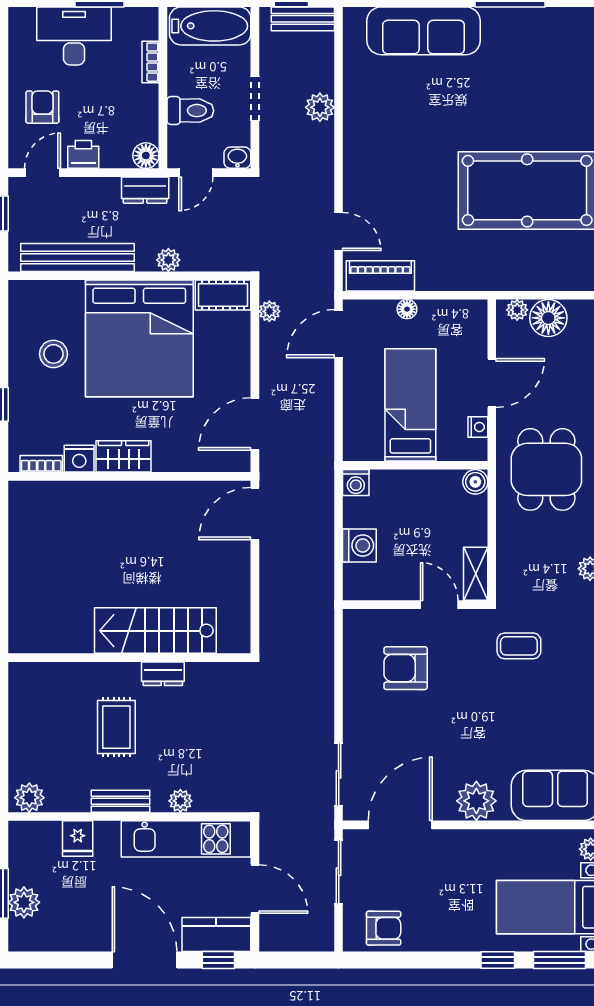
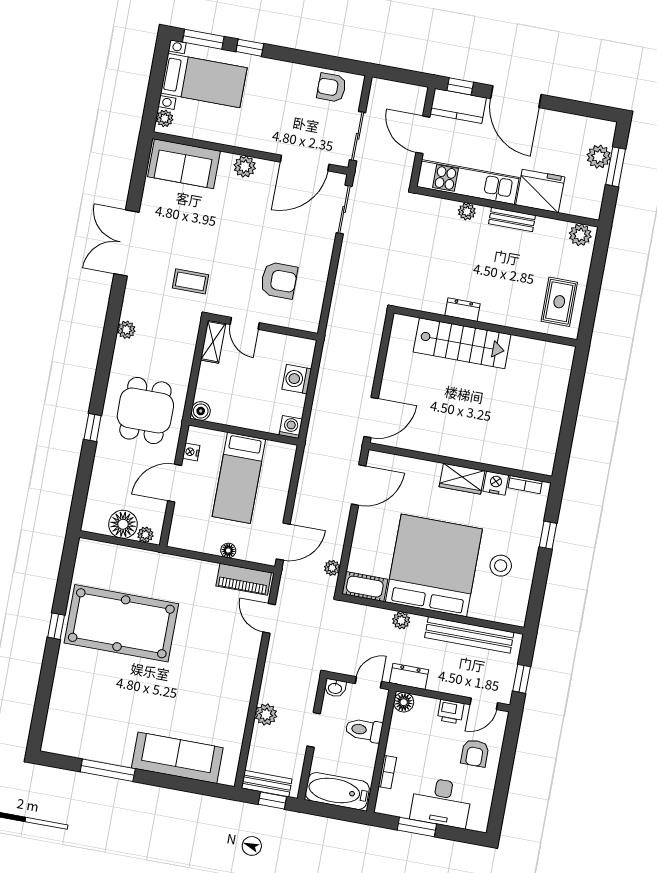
rug: (116, 727) -> (559, 302), moved
plant: (476, 801) -> (245, 167), width x0.73, depth x0.73
fridge: (78, 839) -> (540, 191), width x1.88, depth x1.34

